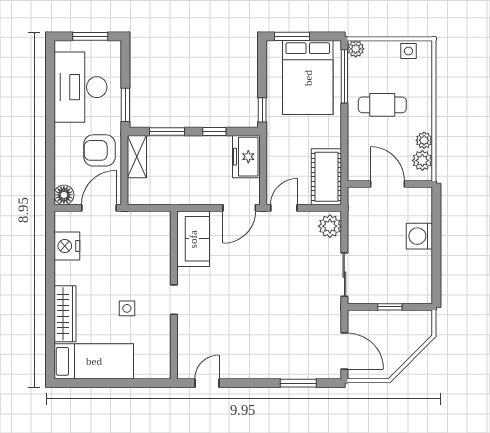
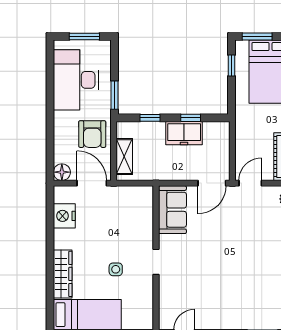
window: (262, 110) -> (231, 65), moved
window: (167, 132) -> (150, 118), width x0.67
armchair: (99, 150) -> (92, 134), turned -90
shelving: (137, 157) -> (124, 157), moved
freezer: (246, 157) -> (184, 133), moved, turned -90
door: (99, 208) -> (92, 183), hinge flipped

